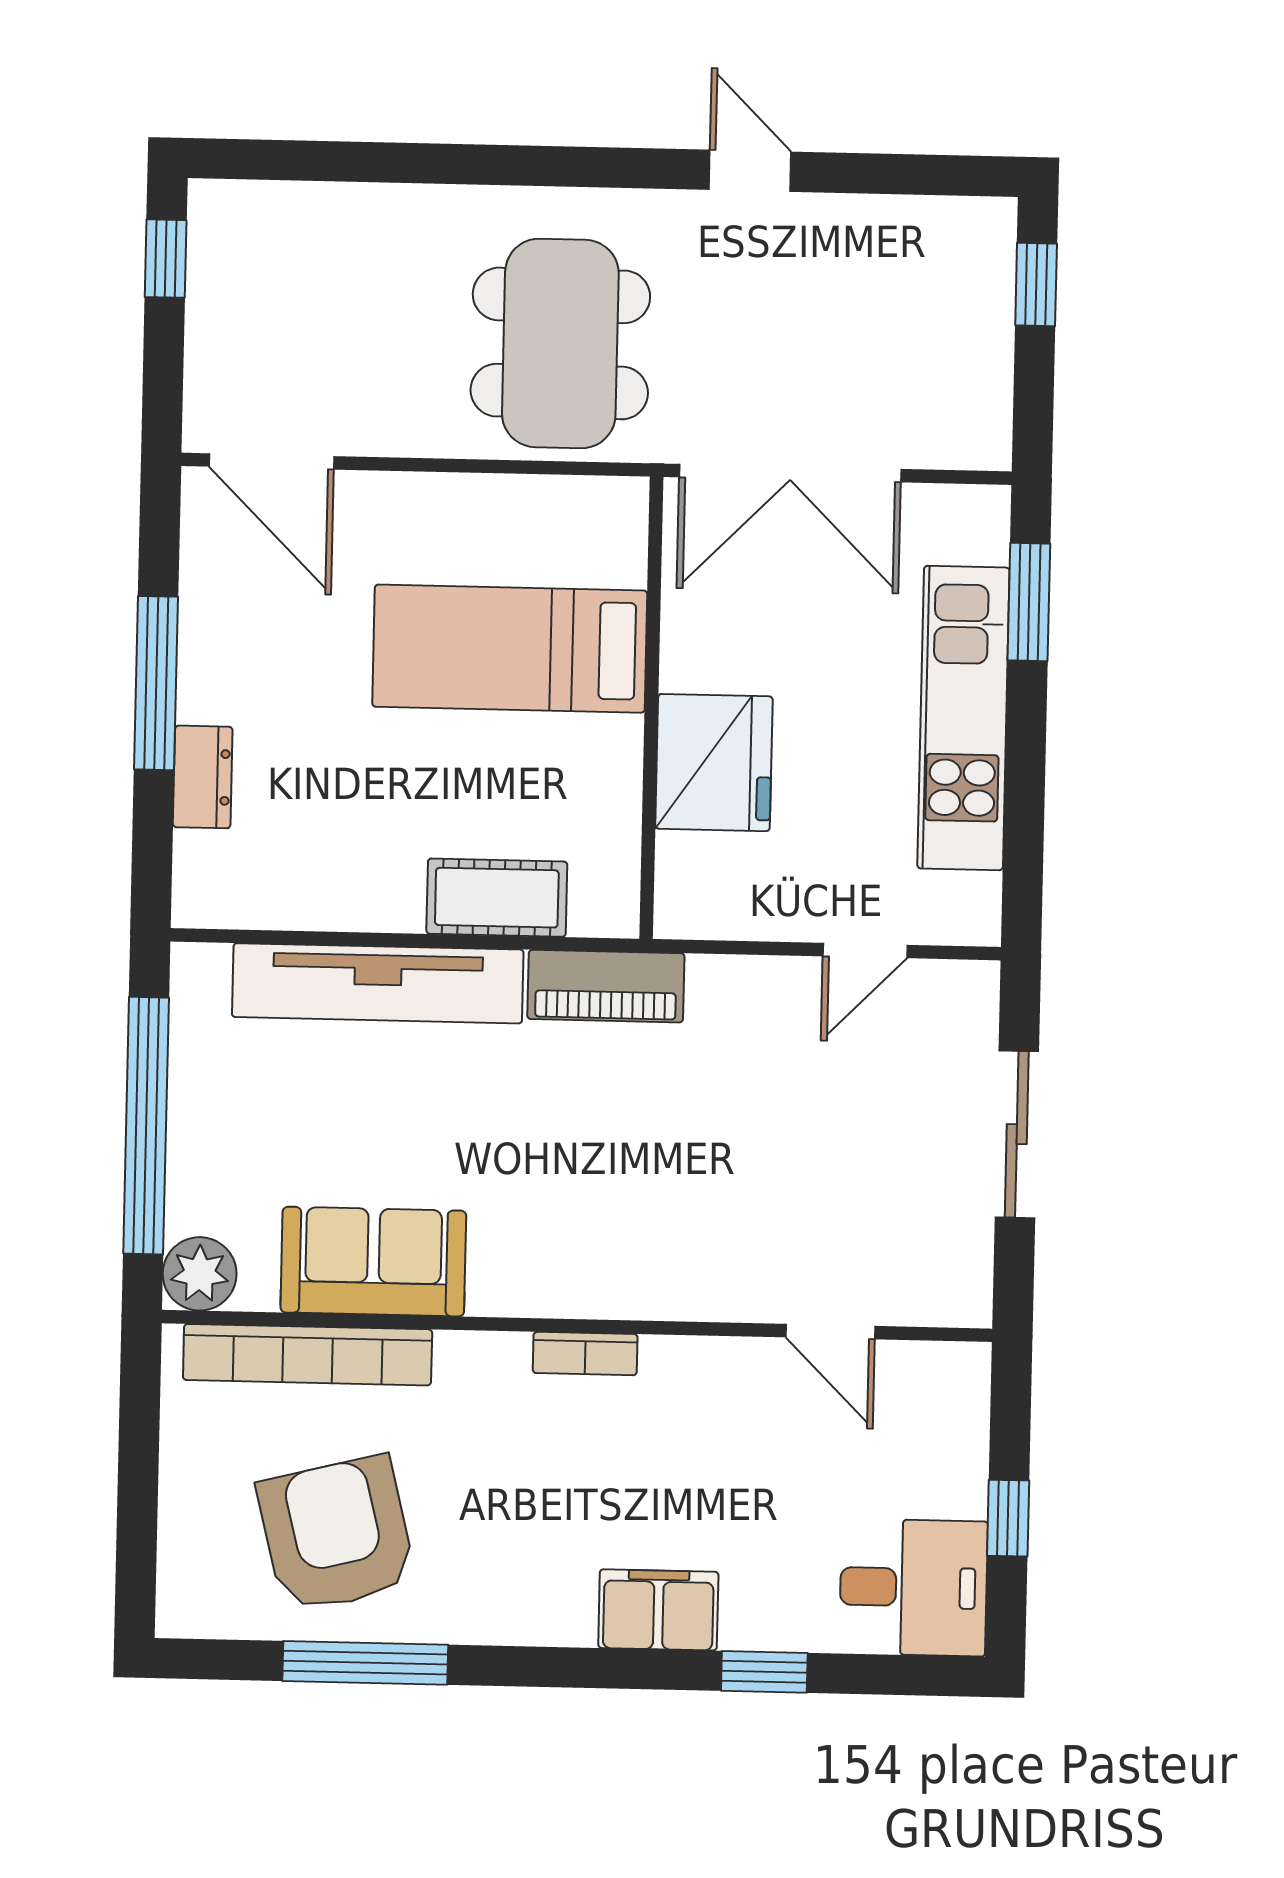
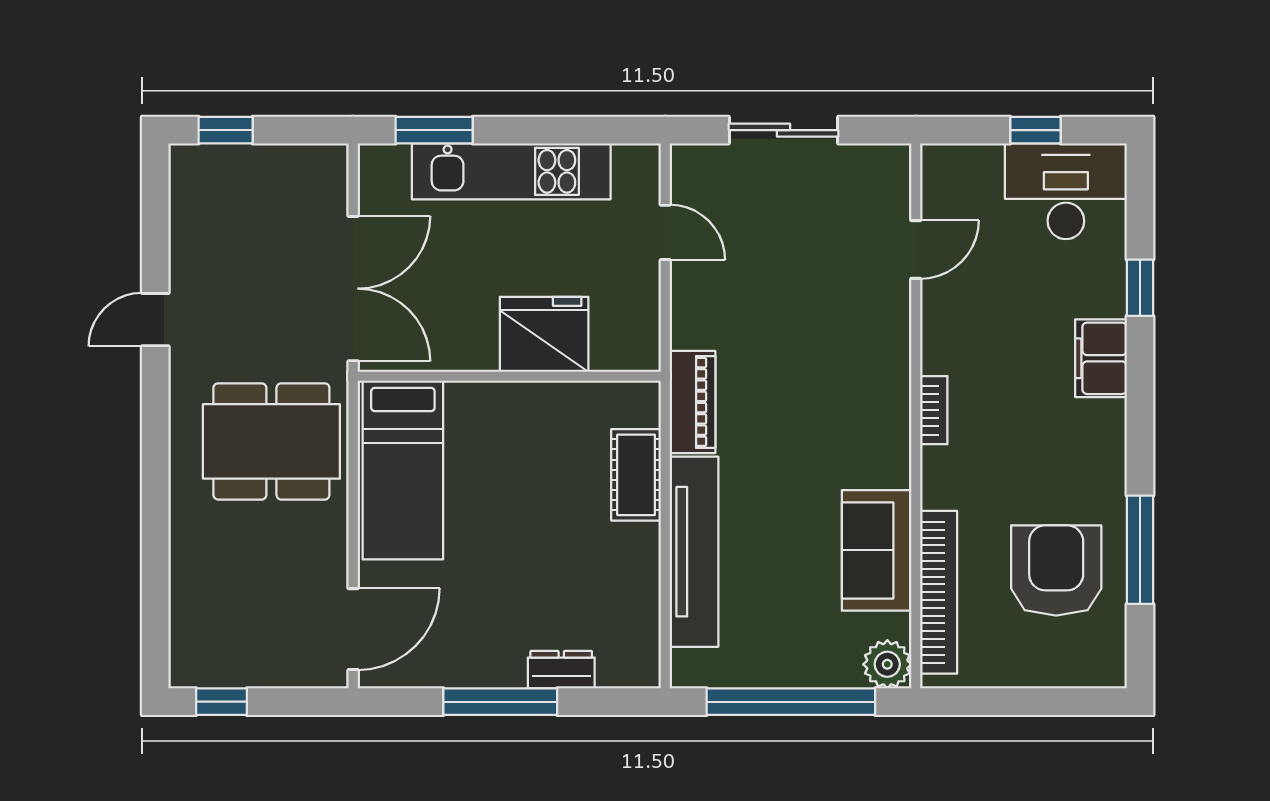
bed: (510, 649) -> (403, 470), moved
armchair: (337, 1534) -> (1056, 570), turned 104
desk: (913, 1587) -> (1066, 191), width x1.37

